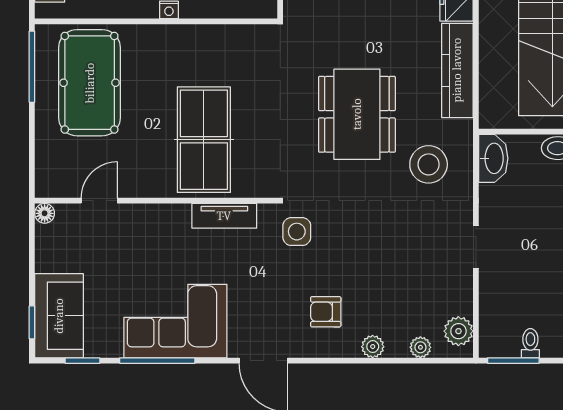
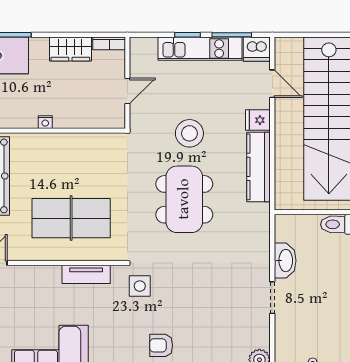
table tennis table: (204, 140) -> (71, 218), turned 90
washbasin: (493, 158) -> (285, 261), moved
stool: (429, 164) -> (189, 133), moved

